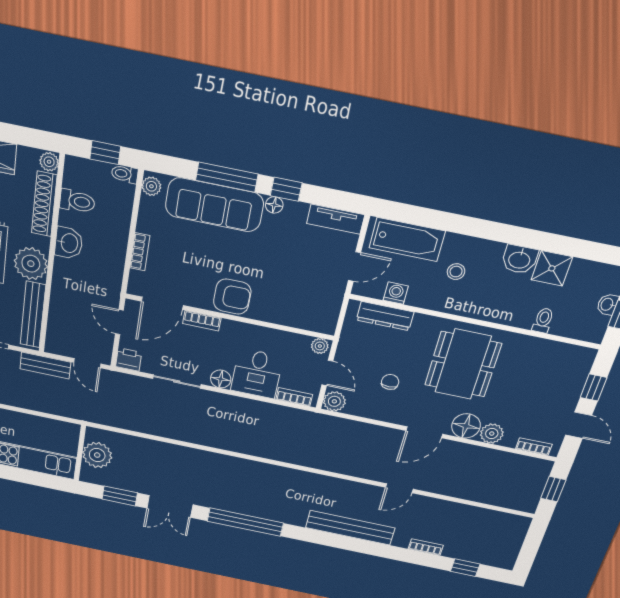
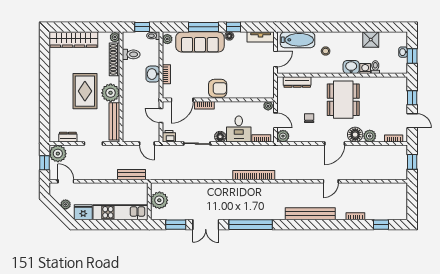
washbasin: (69, 243) -> (153, 74), moved, turned 180
washbasin: (519, 259) -> (351, 67), moved, turned 180
washing machine: (396, 293) -> (365, 69), moved
bench: (45, 366) -> (132, 175), moved
bookcase: (267, 451) -> (254, 175), added

